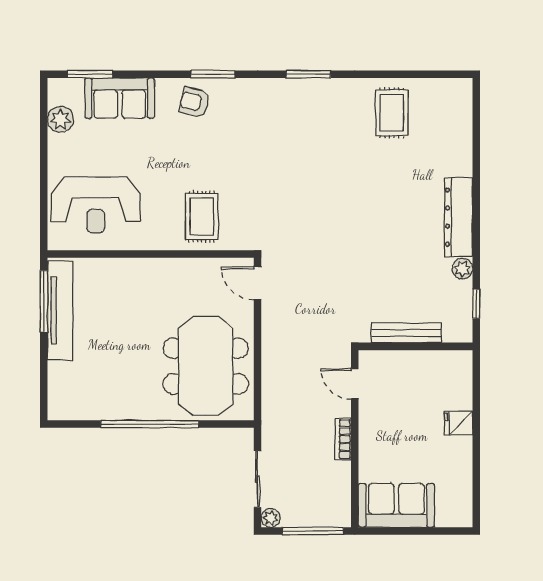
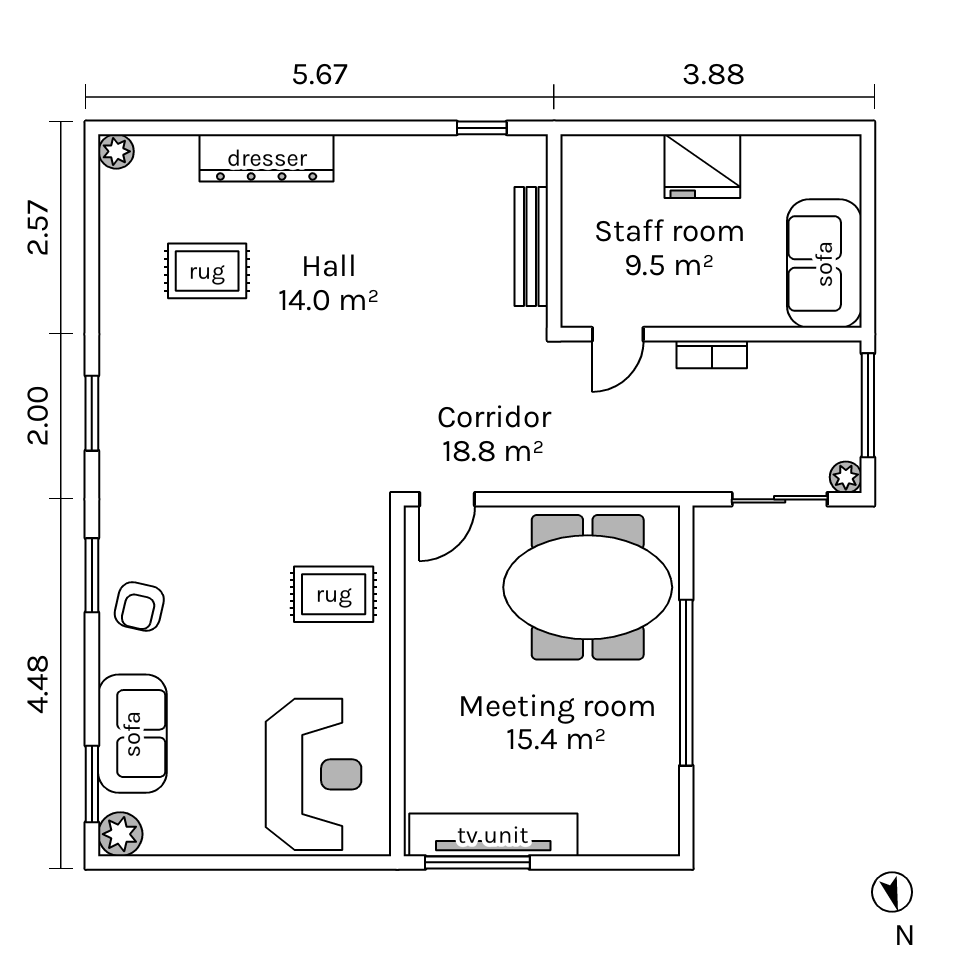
rug: (392, 113) -> (207, 271), moved
plant: (60, 119) -> (120, 834), moved
dresser: (459, 217) -> (267, 158), moved
plant: (462, 269) -> (116, 151), moved
fridge: (458, 423) -> (702, 166), width x1.88, depth x1.34

